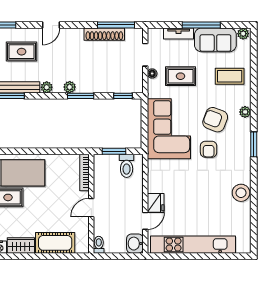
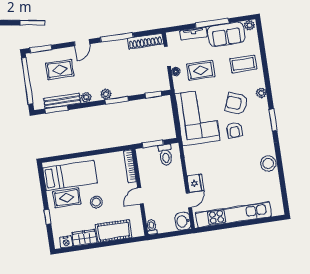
window: (116, 25) -> (117, 37), moved
shoe rack: (104, 34) -> (145, 41), moved
stool: (40, 207) -> (96, 202), added

